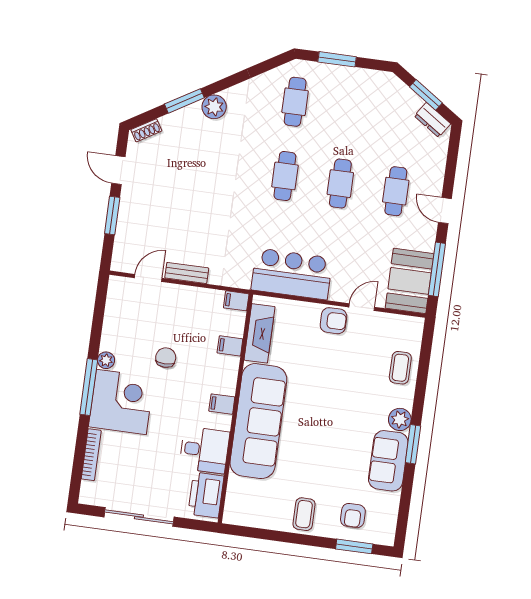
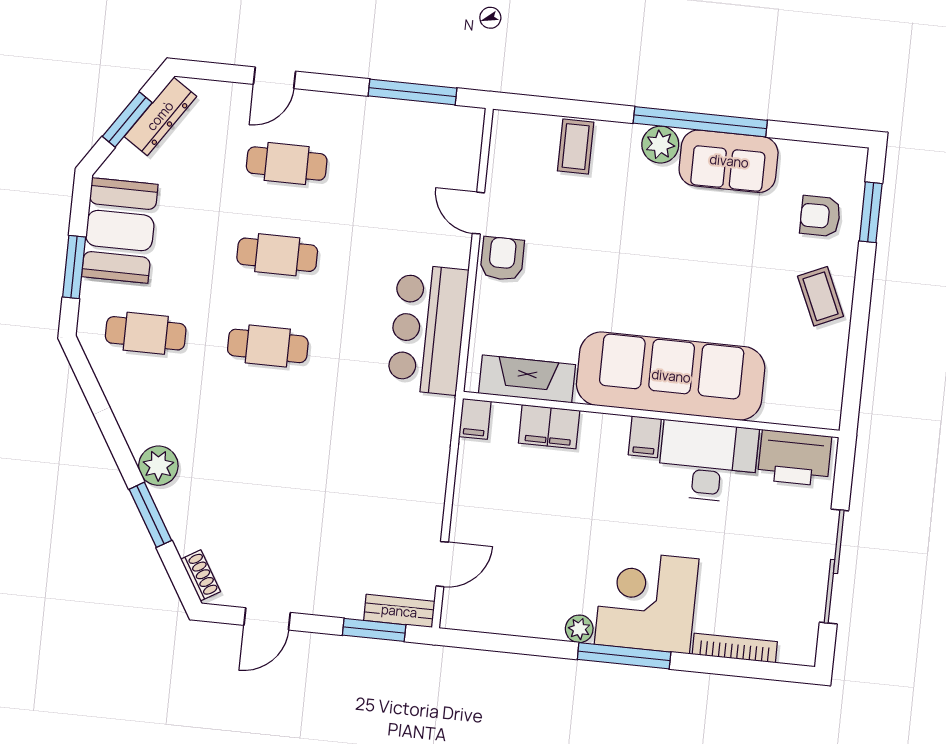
dresser: (432, 120) -> (160, 116), width x1.44
door: (445, 211) -> (275, 78), moved
window: (112, 215) -> (374, 630), moved
bench: (187, 273) -> (399, 611), moved, turned 90
door: (148, 278) -> (442, 564), swing flipped
booth: (410, 281) -> (120, 231), moved, turned 90
filing cabinet: (230, 346) -> (549, 427), width x2.00
chair: (166, 358) -> (572, 531), removed
coffee table: (400, 368) -> (576, 147), turned 90
window: (413, 444) -> (700, 122), width x2.11
desk: (204, 450) -> (708, 462), width x1.37
coffee table: (304, 514) -> (821, 296), turned 66
armchair: (353, 516) -> (820, 216), turned 180

